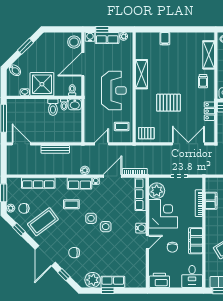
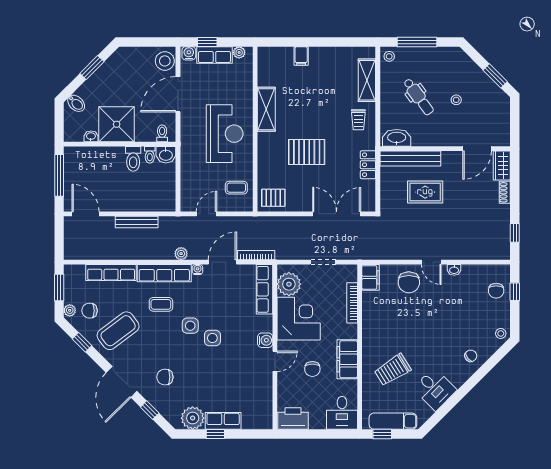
row of seats: (79, 183) -> (164, 273), width x1.48
filing cabinet: (211, 201) -> (370, 277), moved

